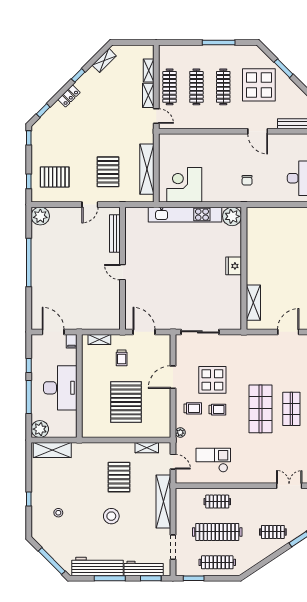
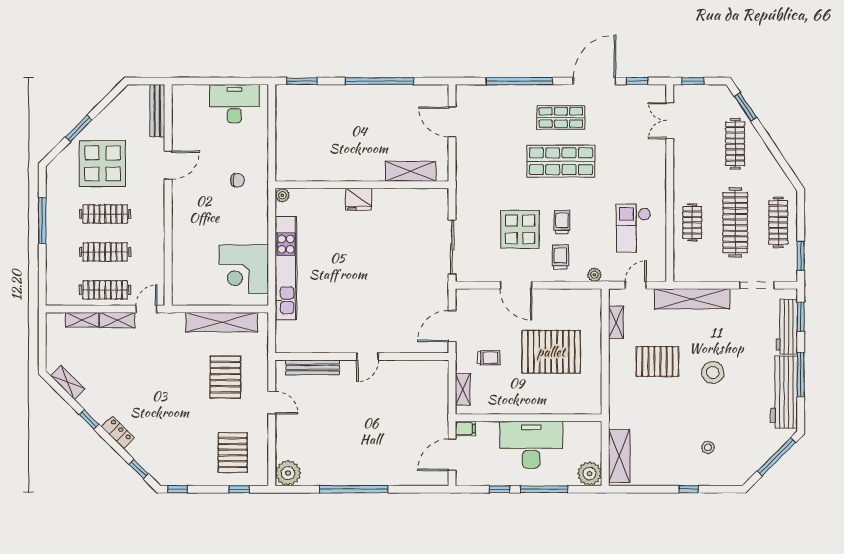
pallet: (108, 172) -> (225, 377), turned 90
plant: (232, 216) -> (282, 195), width x0.53, depth x0.53
clothes rail: (273, 532) -> (735, 144), width x1.36

